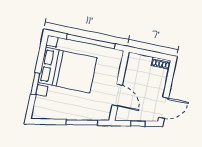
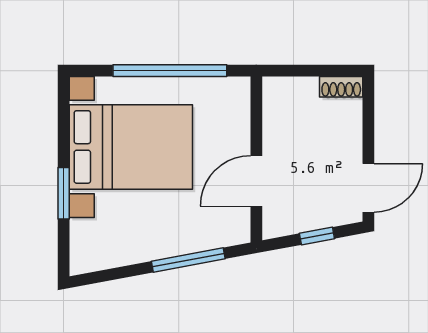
door: (117, 95) -> (256, 181), swing flipped

